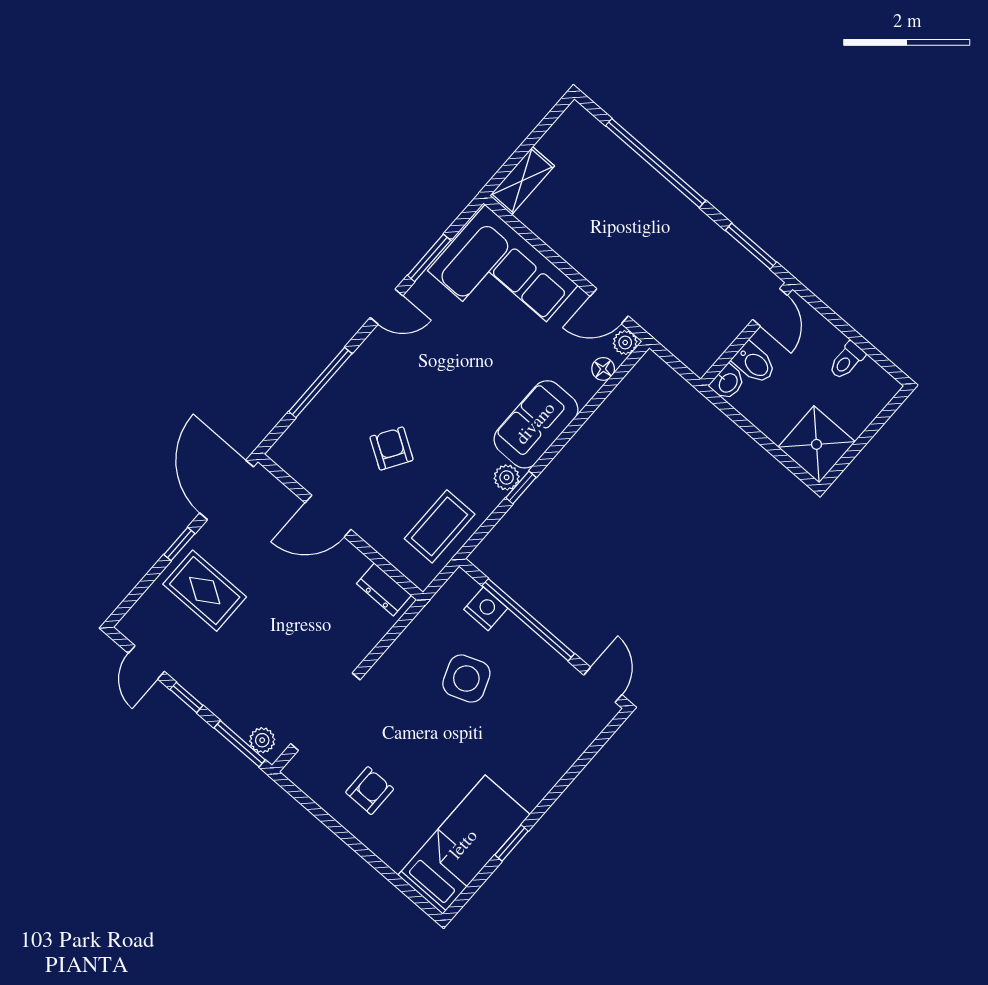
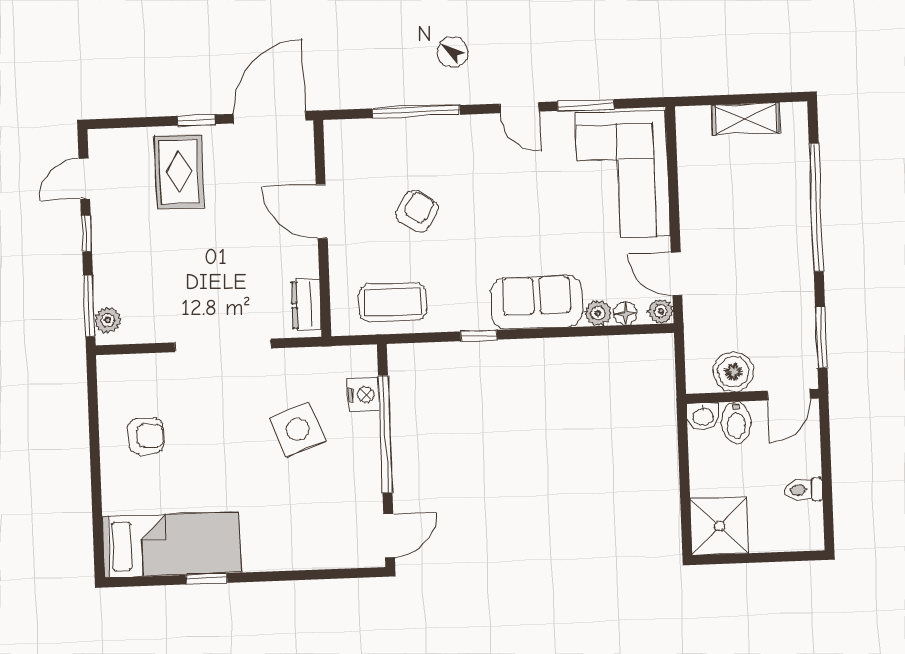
shelving: (522, 181) -> (746, 119), moved
boiler: (717, 331) -> (733, 372), added
plant: (507, 477) -> (598, 313), moved
doorway: (325, 712) -> (223, 345), moved

